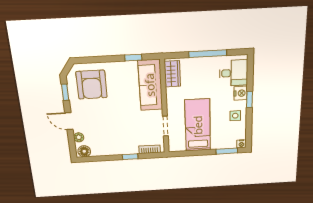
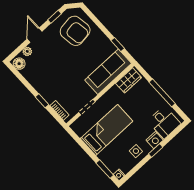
armchair: (92, 85) -> (75, 31), turned -98

